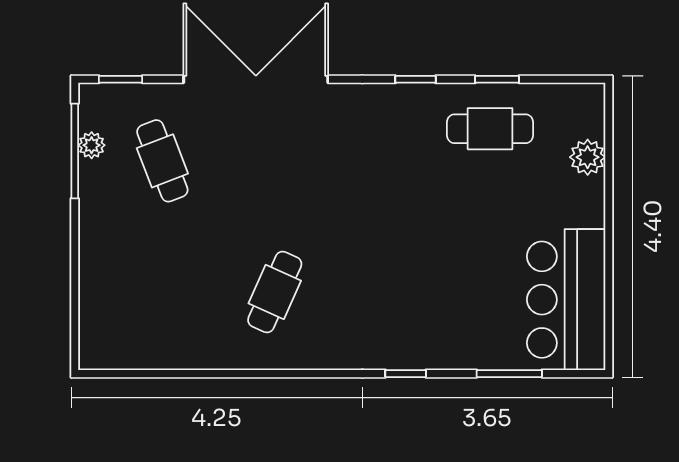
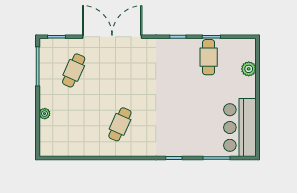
cafe table: (490, 129) -> (209, 57), turned 90
plant: (92, 145) -> (45, 114), moved
cafe table: (162, 161) -> (74, 70), turned 45

